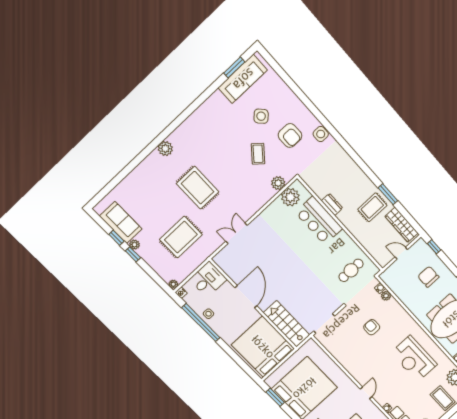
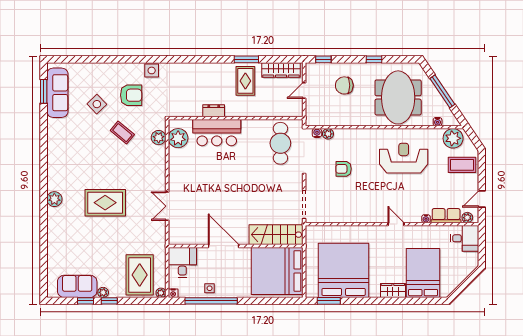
rug: (181, 237) -> (140, 275), moved
cafe table: (351, 270) -> (280, 143), width x1.37, depth x1.35
reception desk: (414, 359) -> (404, 158), turned 180

